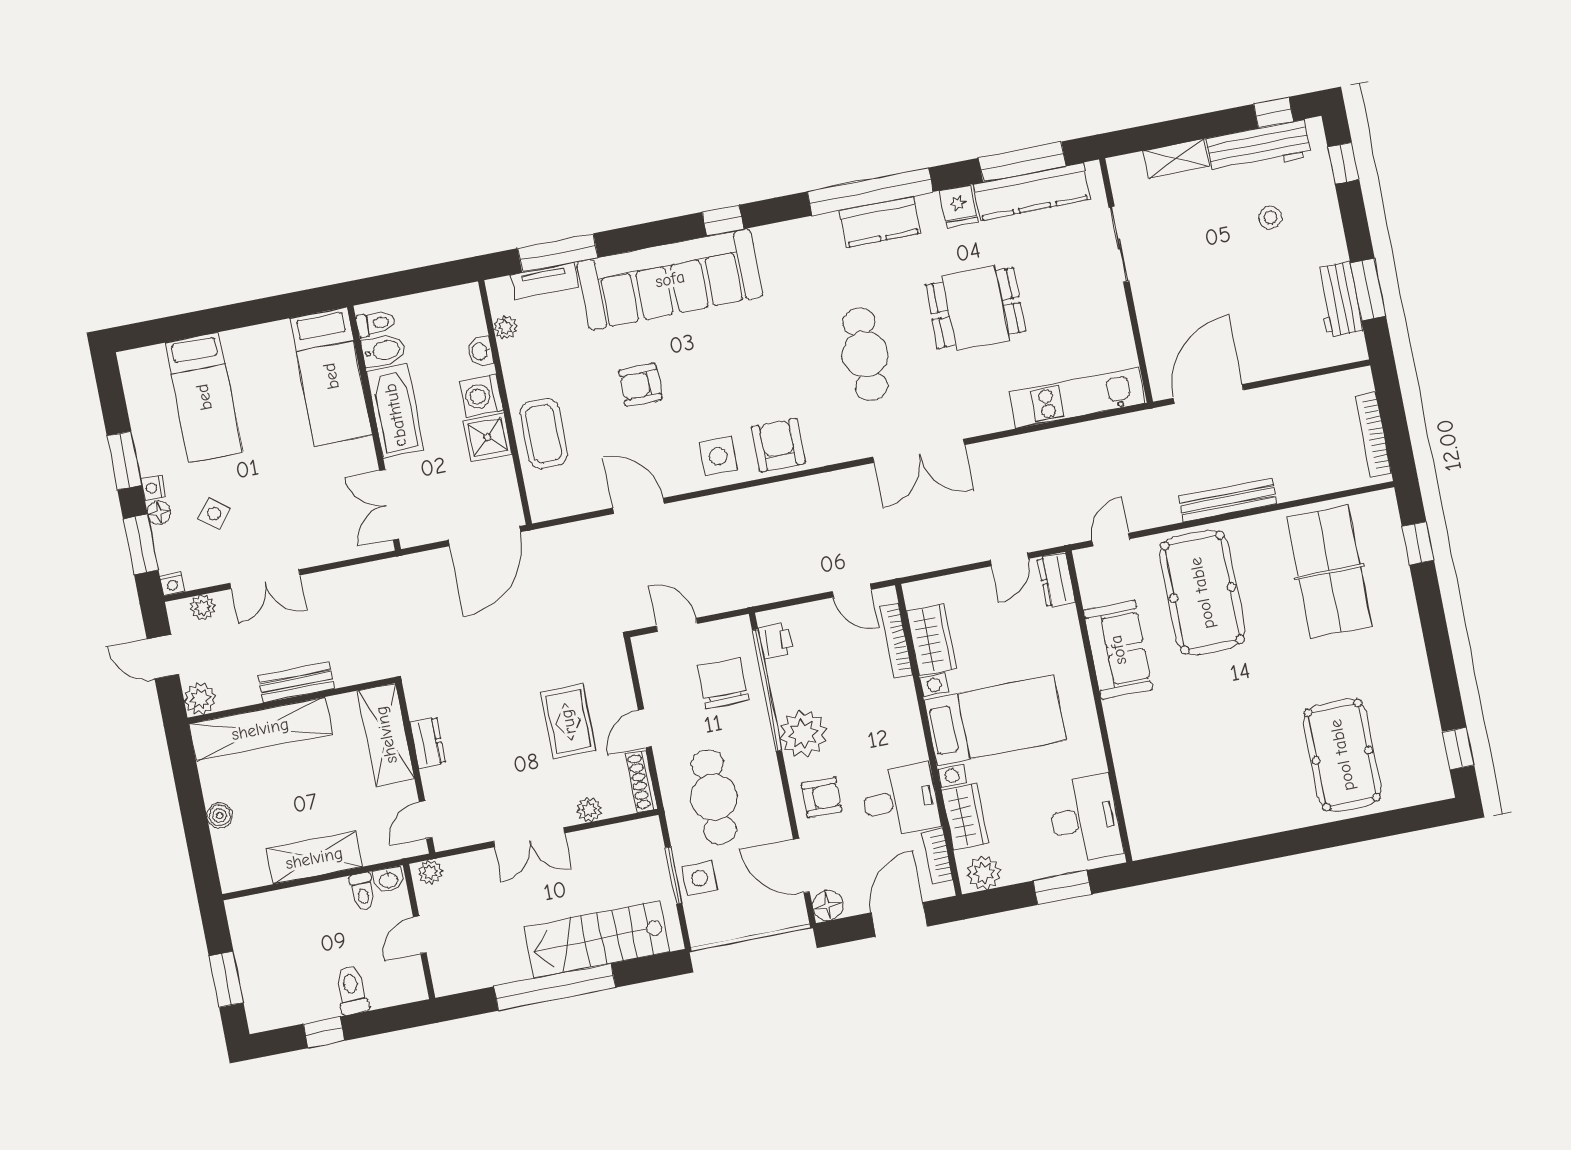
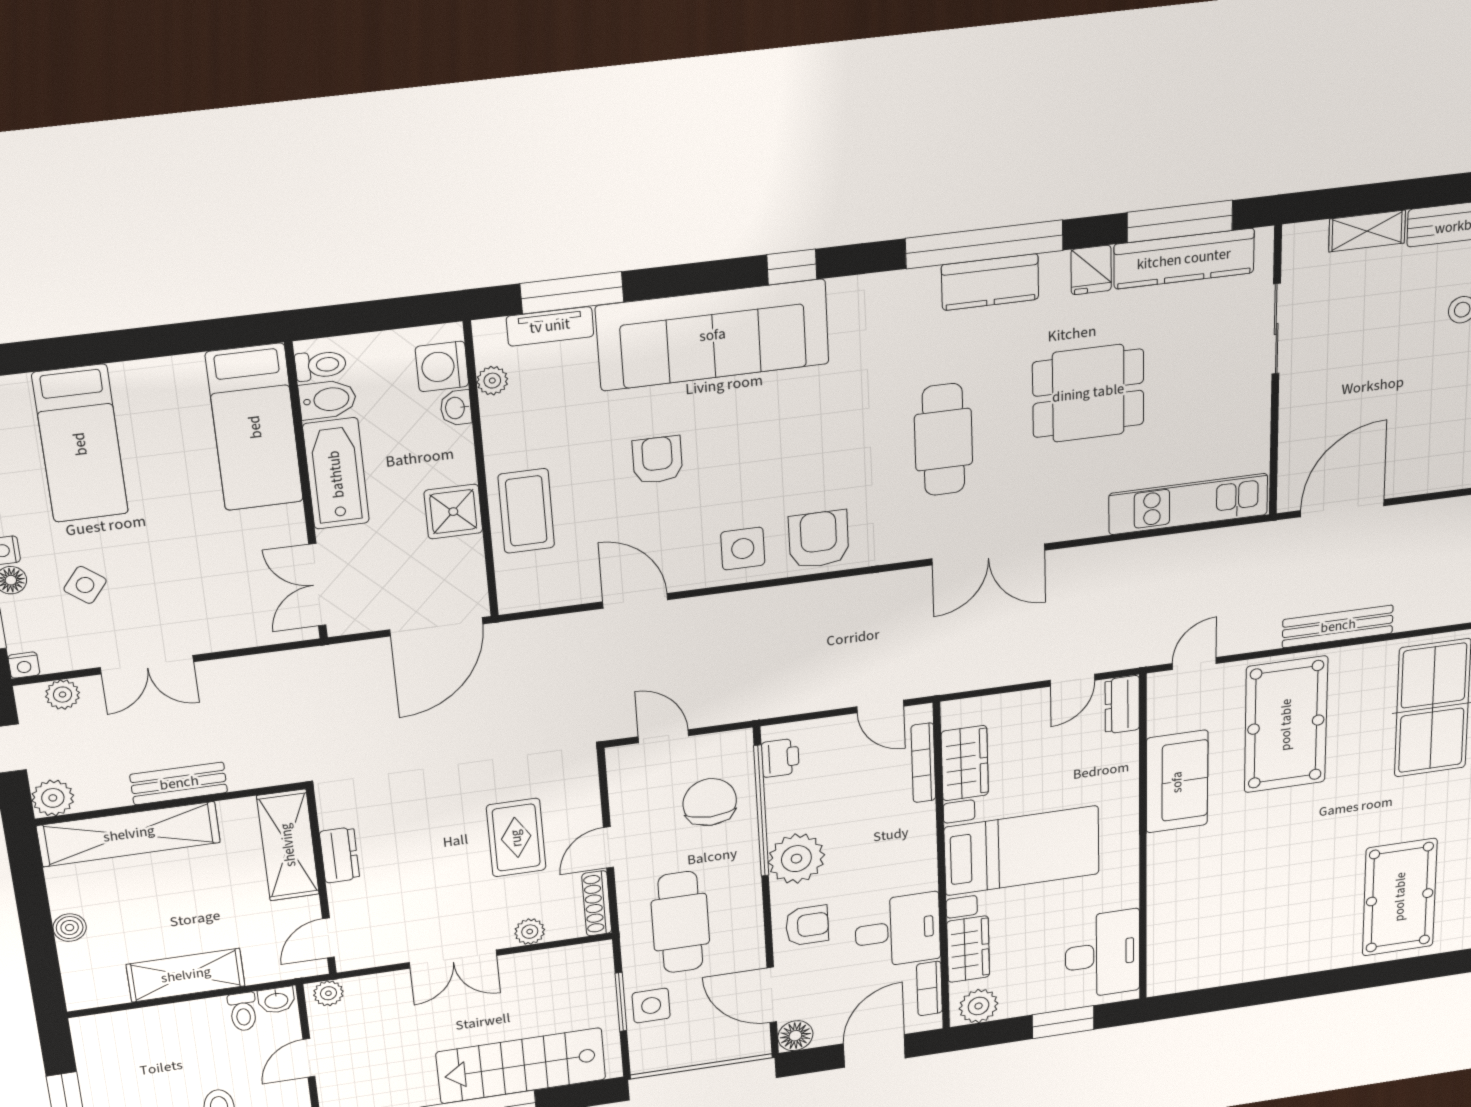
armchair: (640, 385) -> (657, 460), turned 90
washing machine: (482, 396) -> (442, 366), moved

